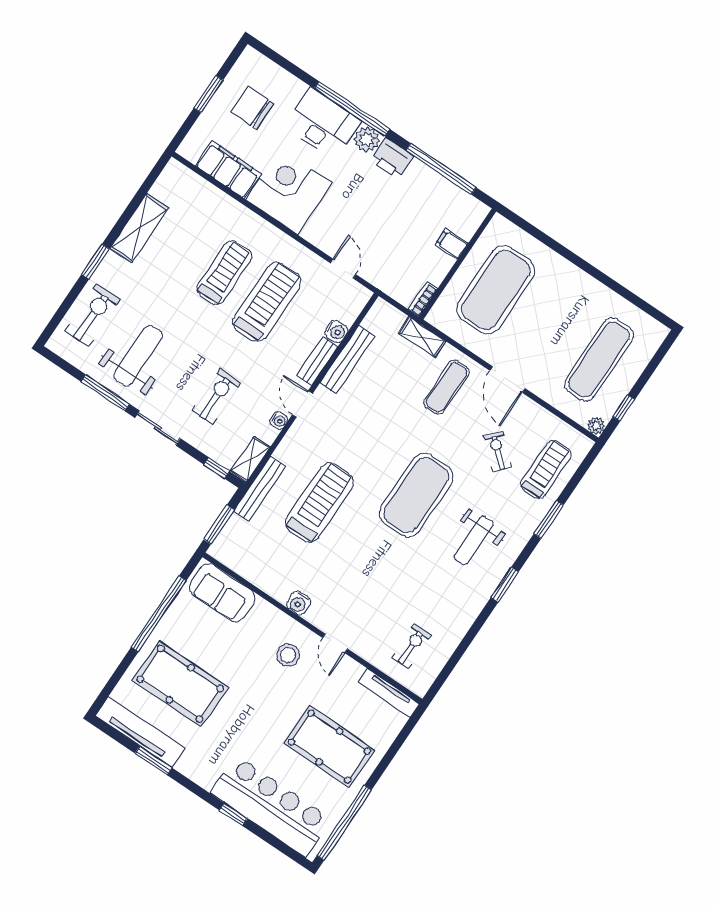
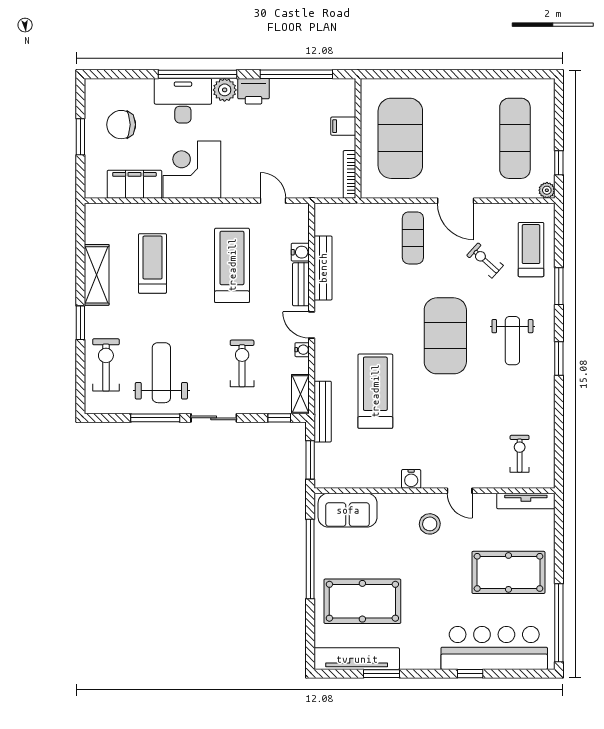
treadmill: (224, 272) -> (152, 263), moved
bookcase: (423, 299) -> (349, 174), width x1.56
shelving: (422, 337) -> (368, 212), removed

